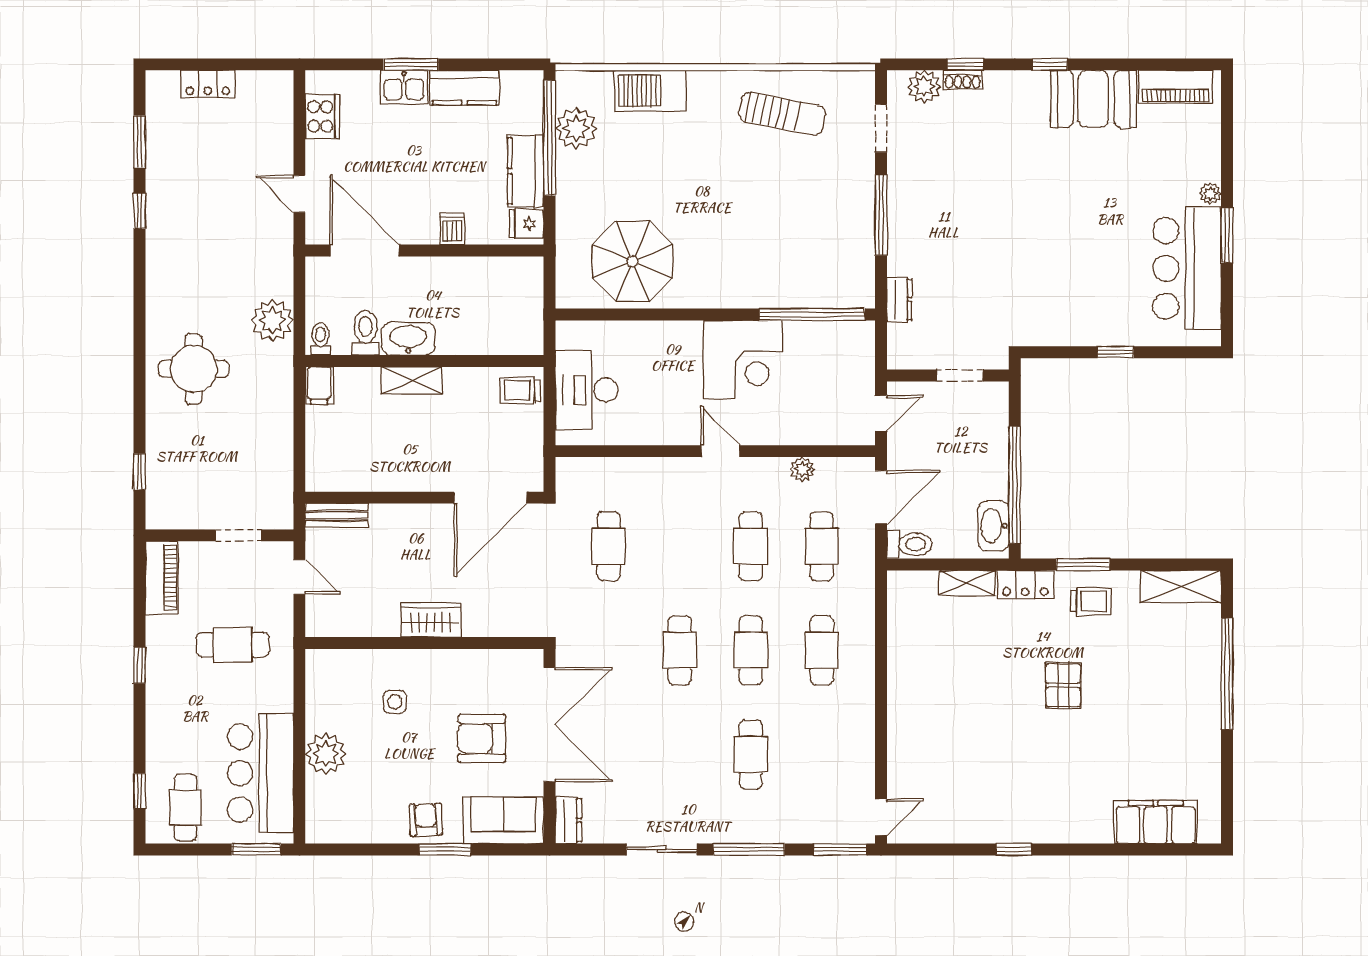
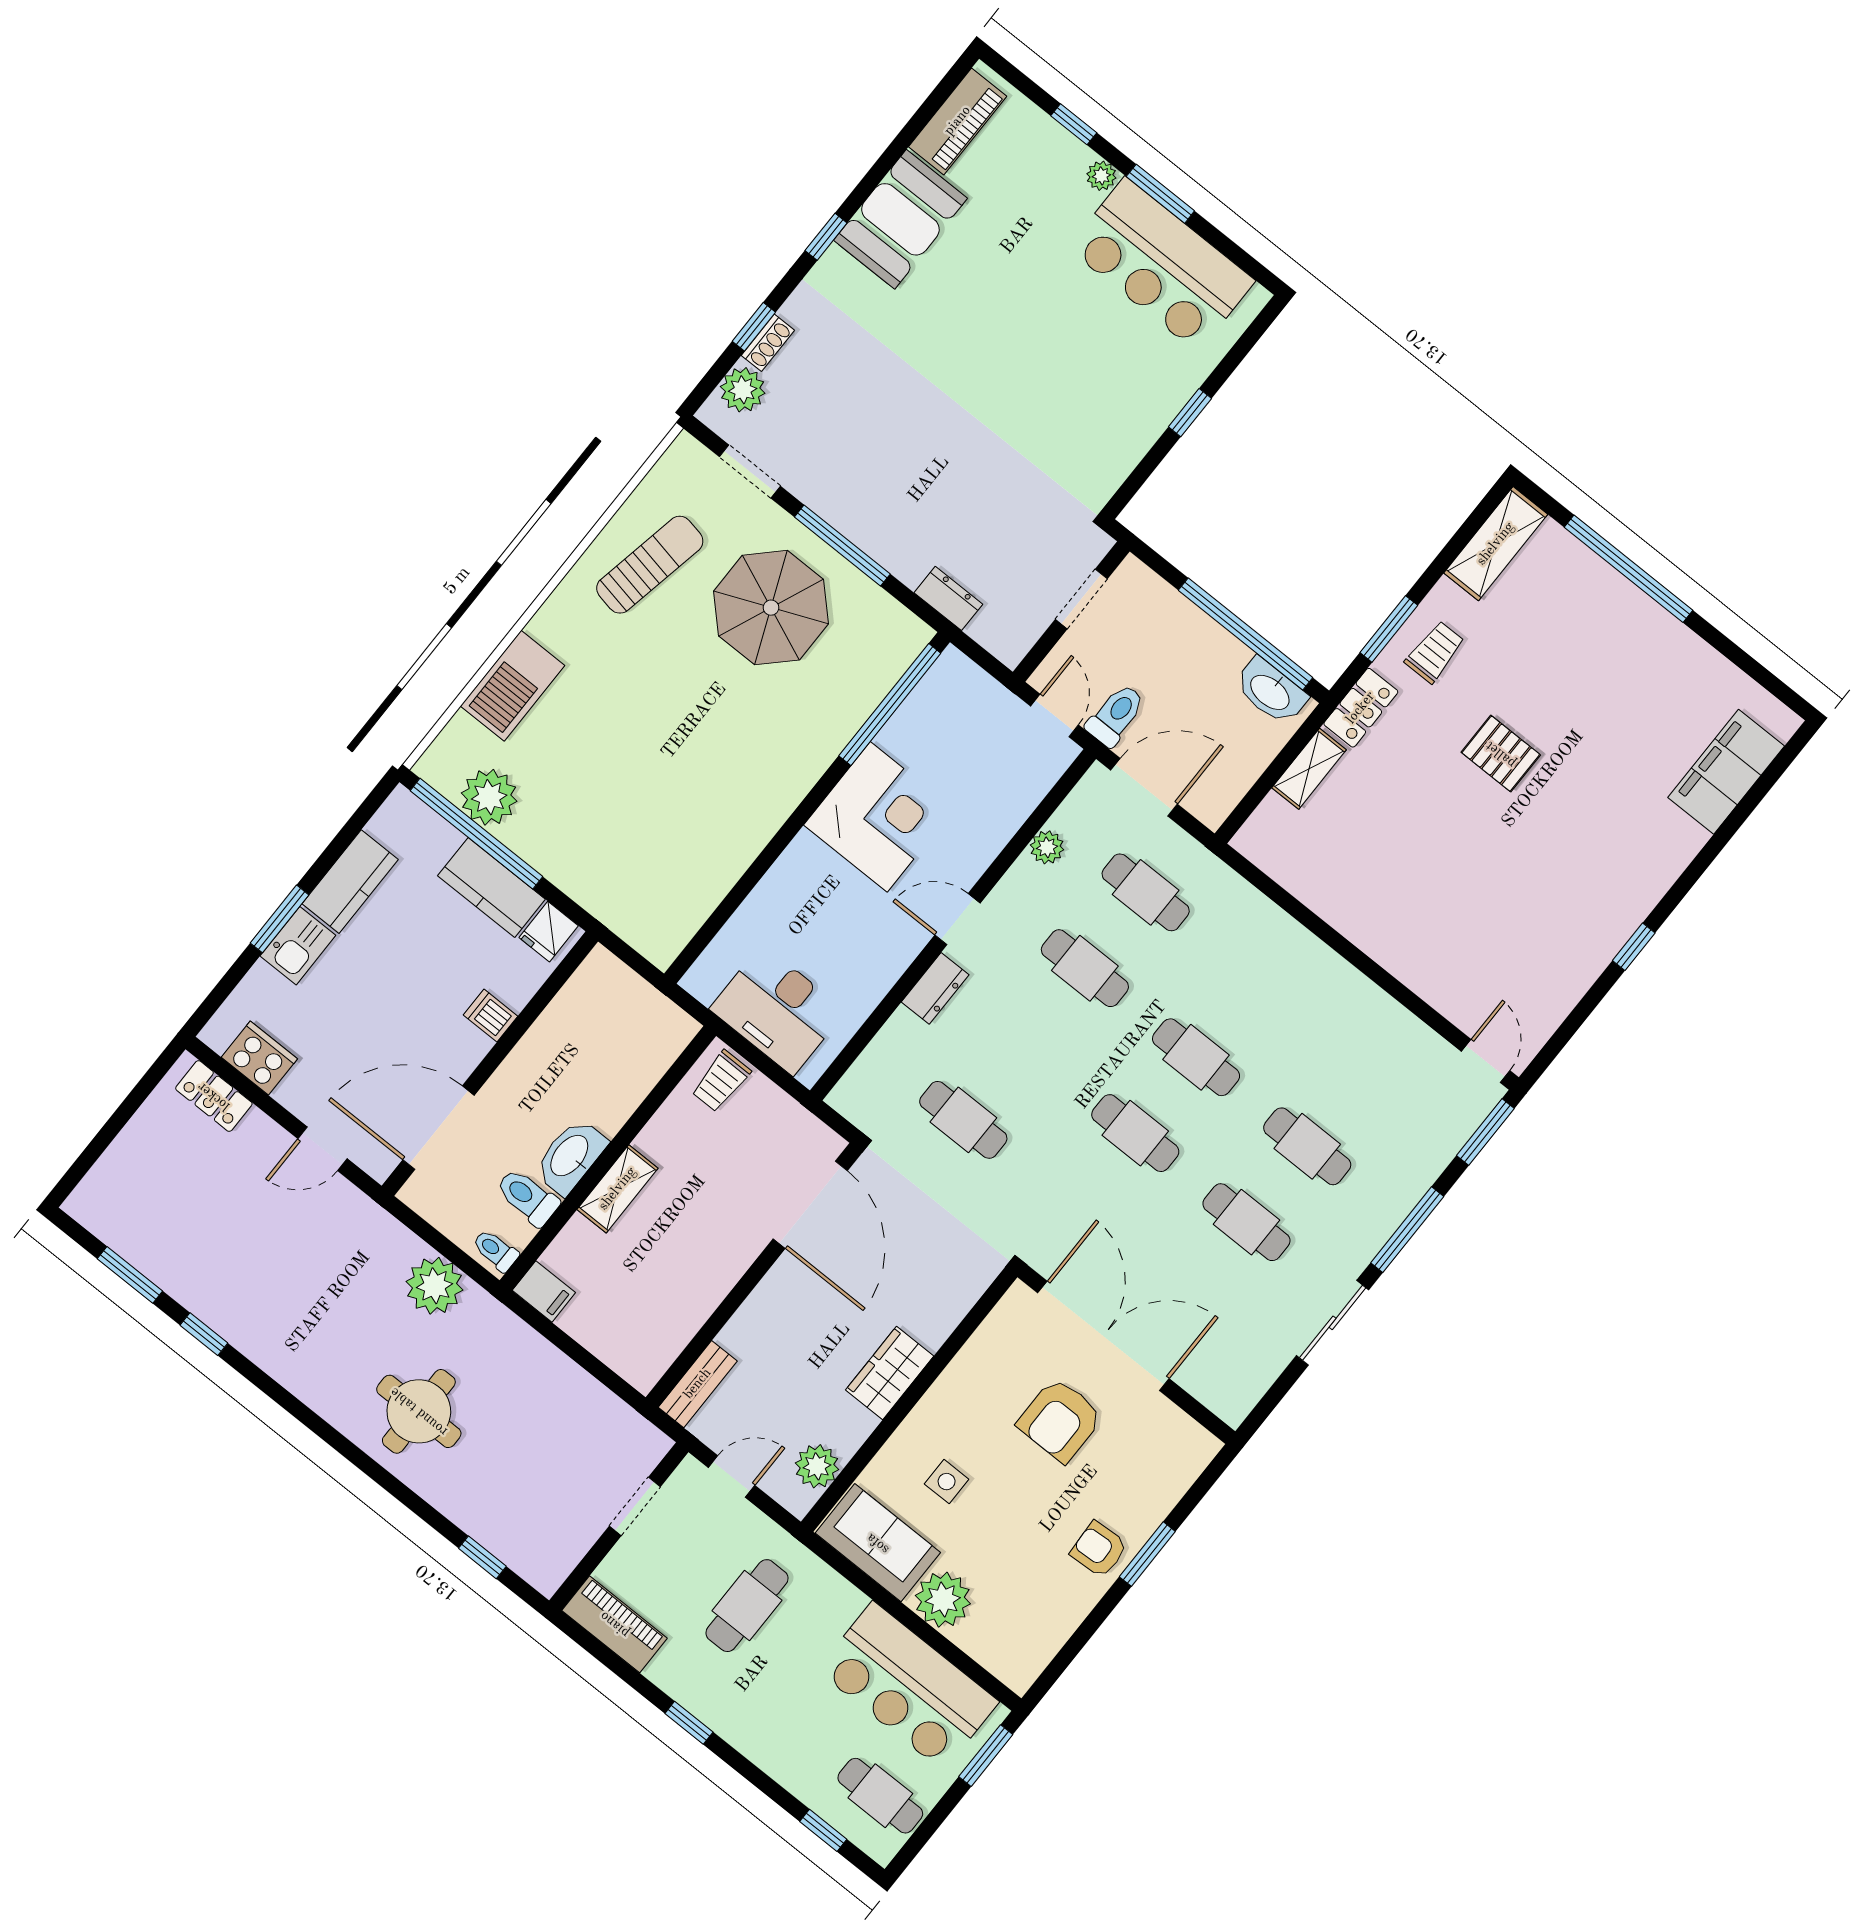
locker: (208, 84) -> (214, 1096), moved, turned 90
window: (1227, 154) -> (1074, 124), added
parasol: (633, 261) -> (771, 608), moved
door: (881, 497) -> (1144, 787), hinge flipped
toilet: (909, 544) -> (1116, 715), moved
plant: (344, 621) -> (817, 1466), added
cafe table: (822, 650) -> (1246, 1222), moved
sofa: (503, 820) -> (878, 1543), moved, turned 90
dresser: (568, 820) -> (935, 988), moved, turned 90

